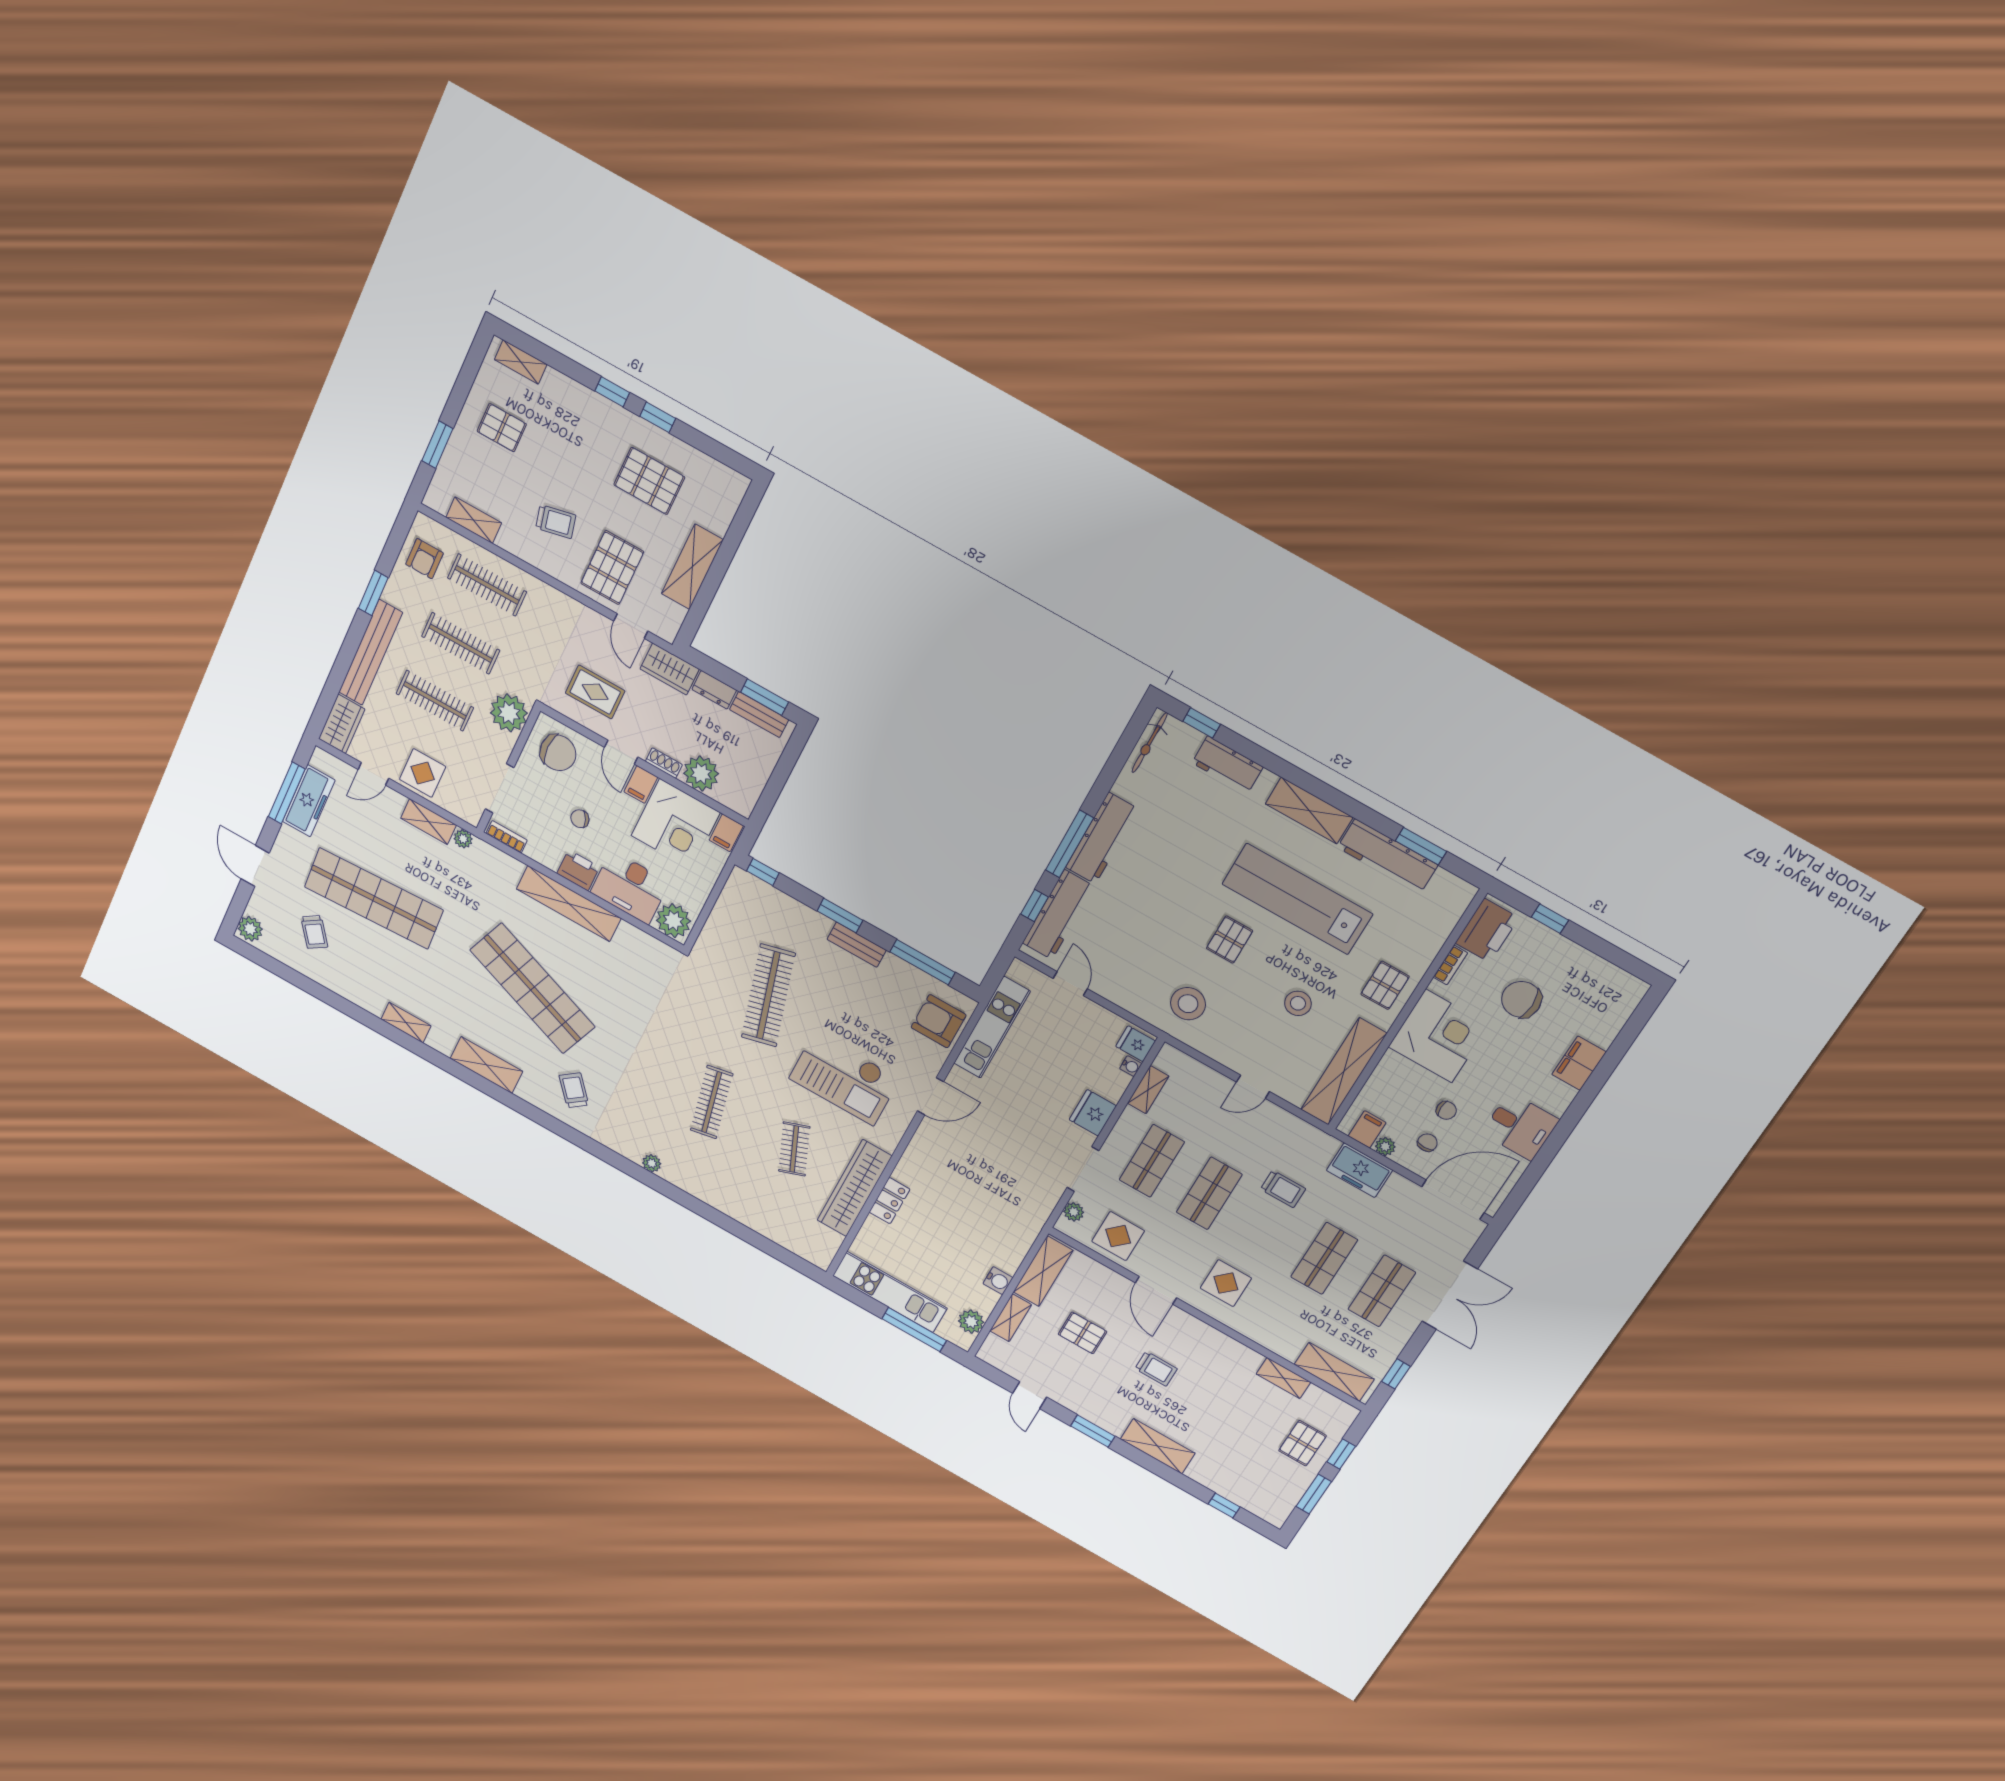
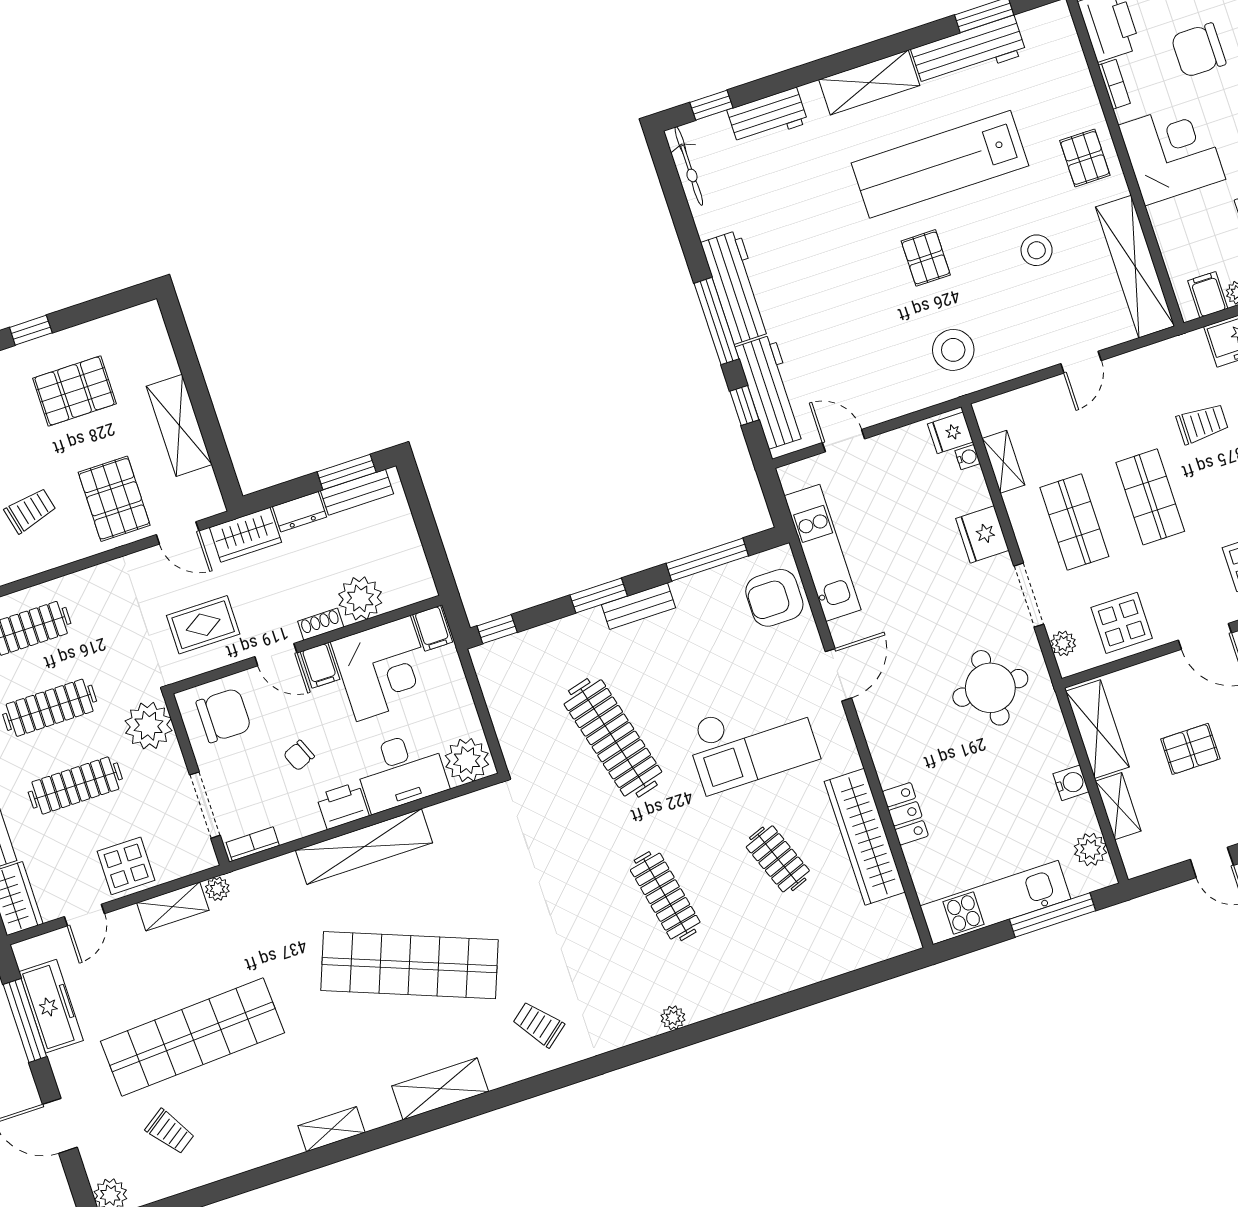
round table: (1008, 1191) -> (990, 688), added

